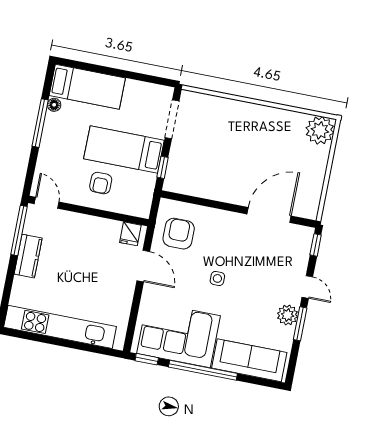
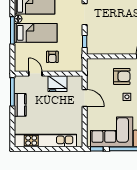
bed: (124, 149) -> (36, 33), moved, turned 180
door: (47, 203) -> (35, 74), moved
fridge: (130, 234) -> (58, 84), moved, width x1.88, depth x1.34
armchair: (179, 234) -> (122, 76), moved, turned 90

